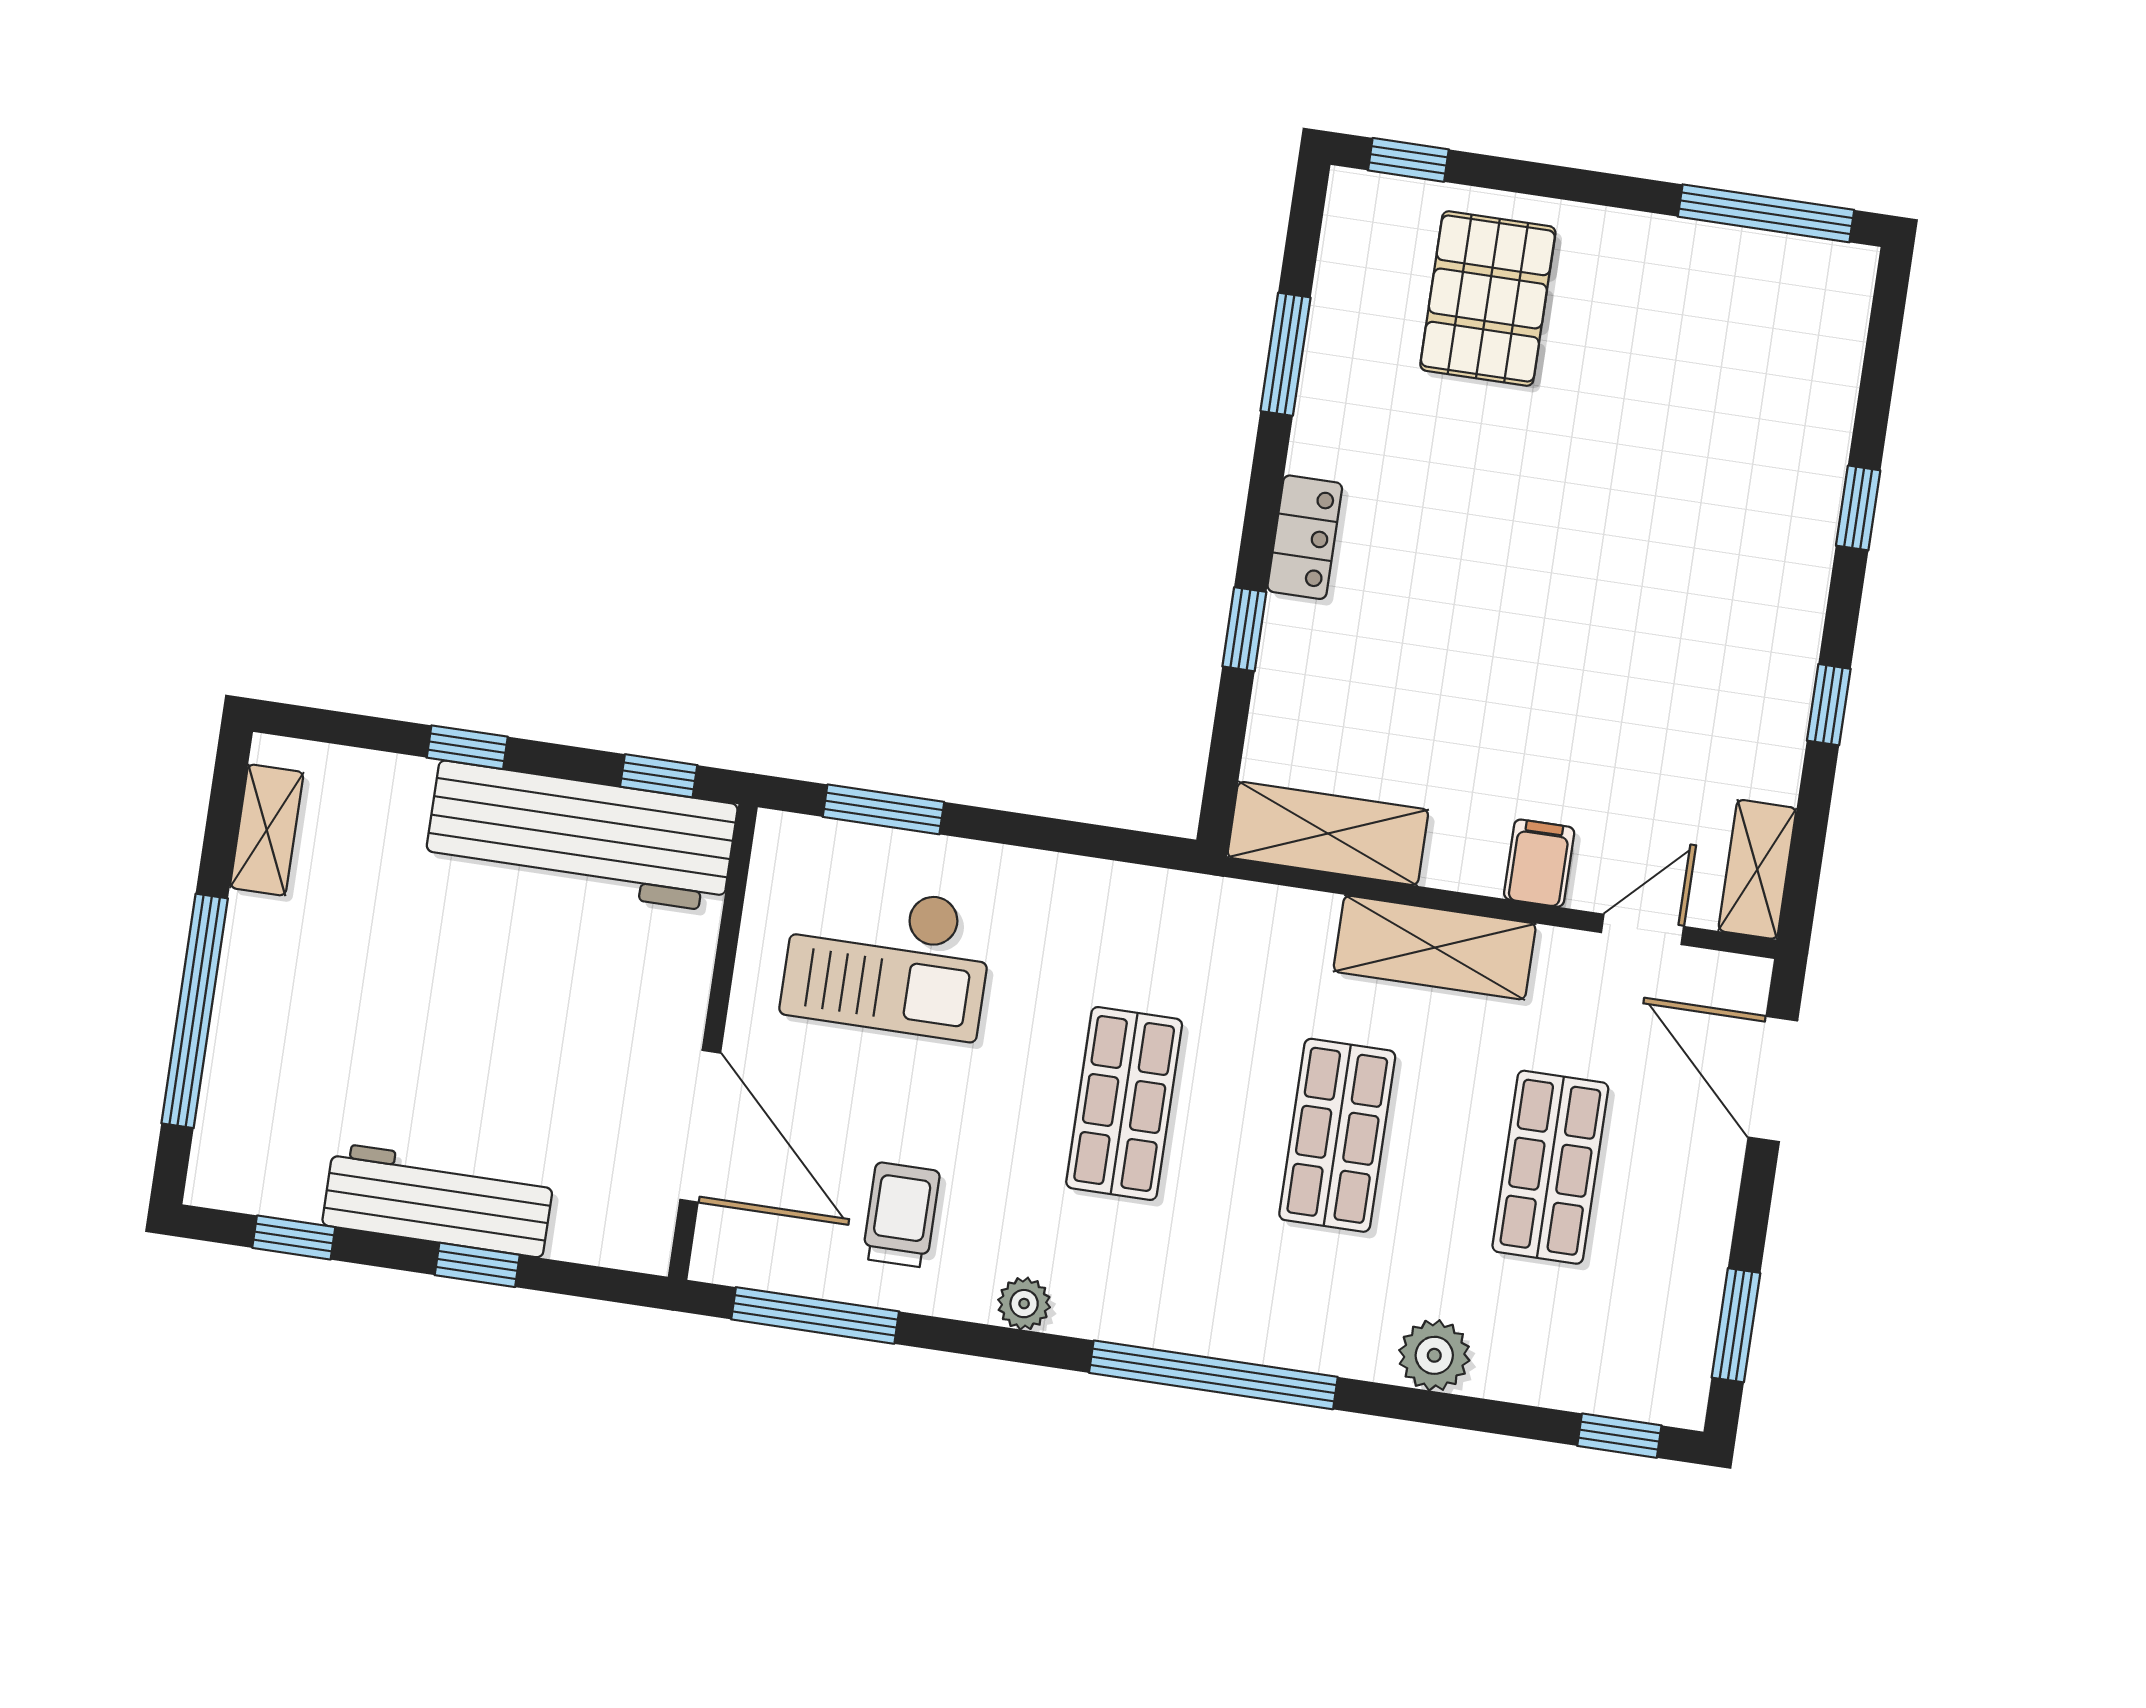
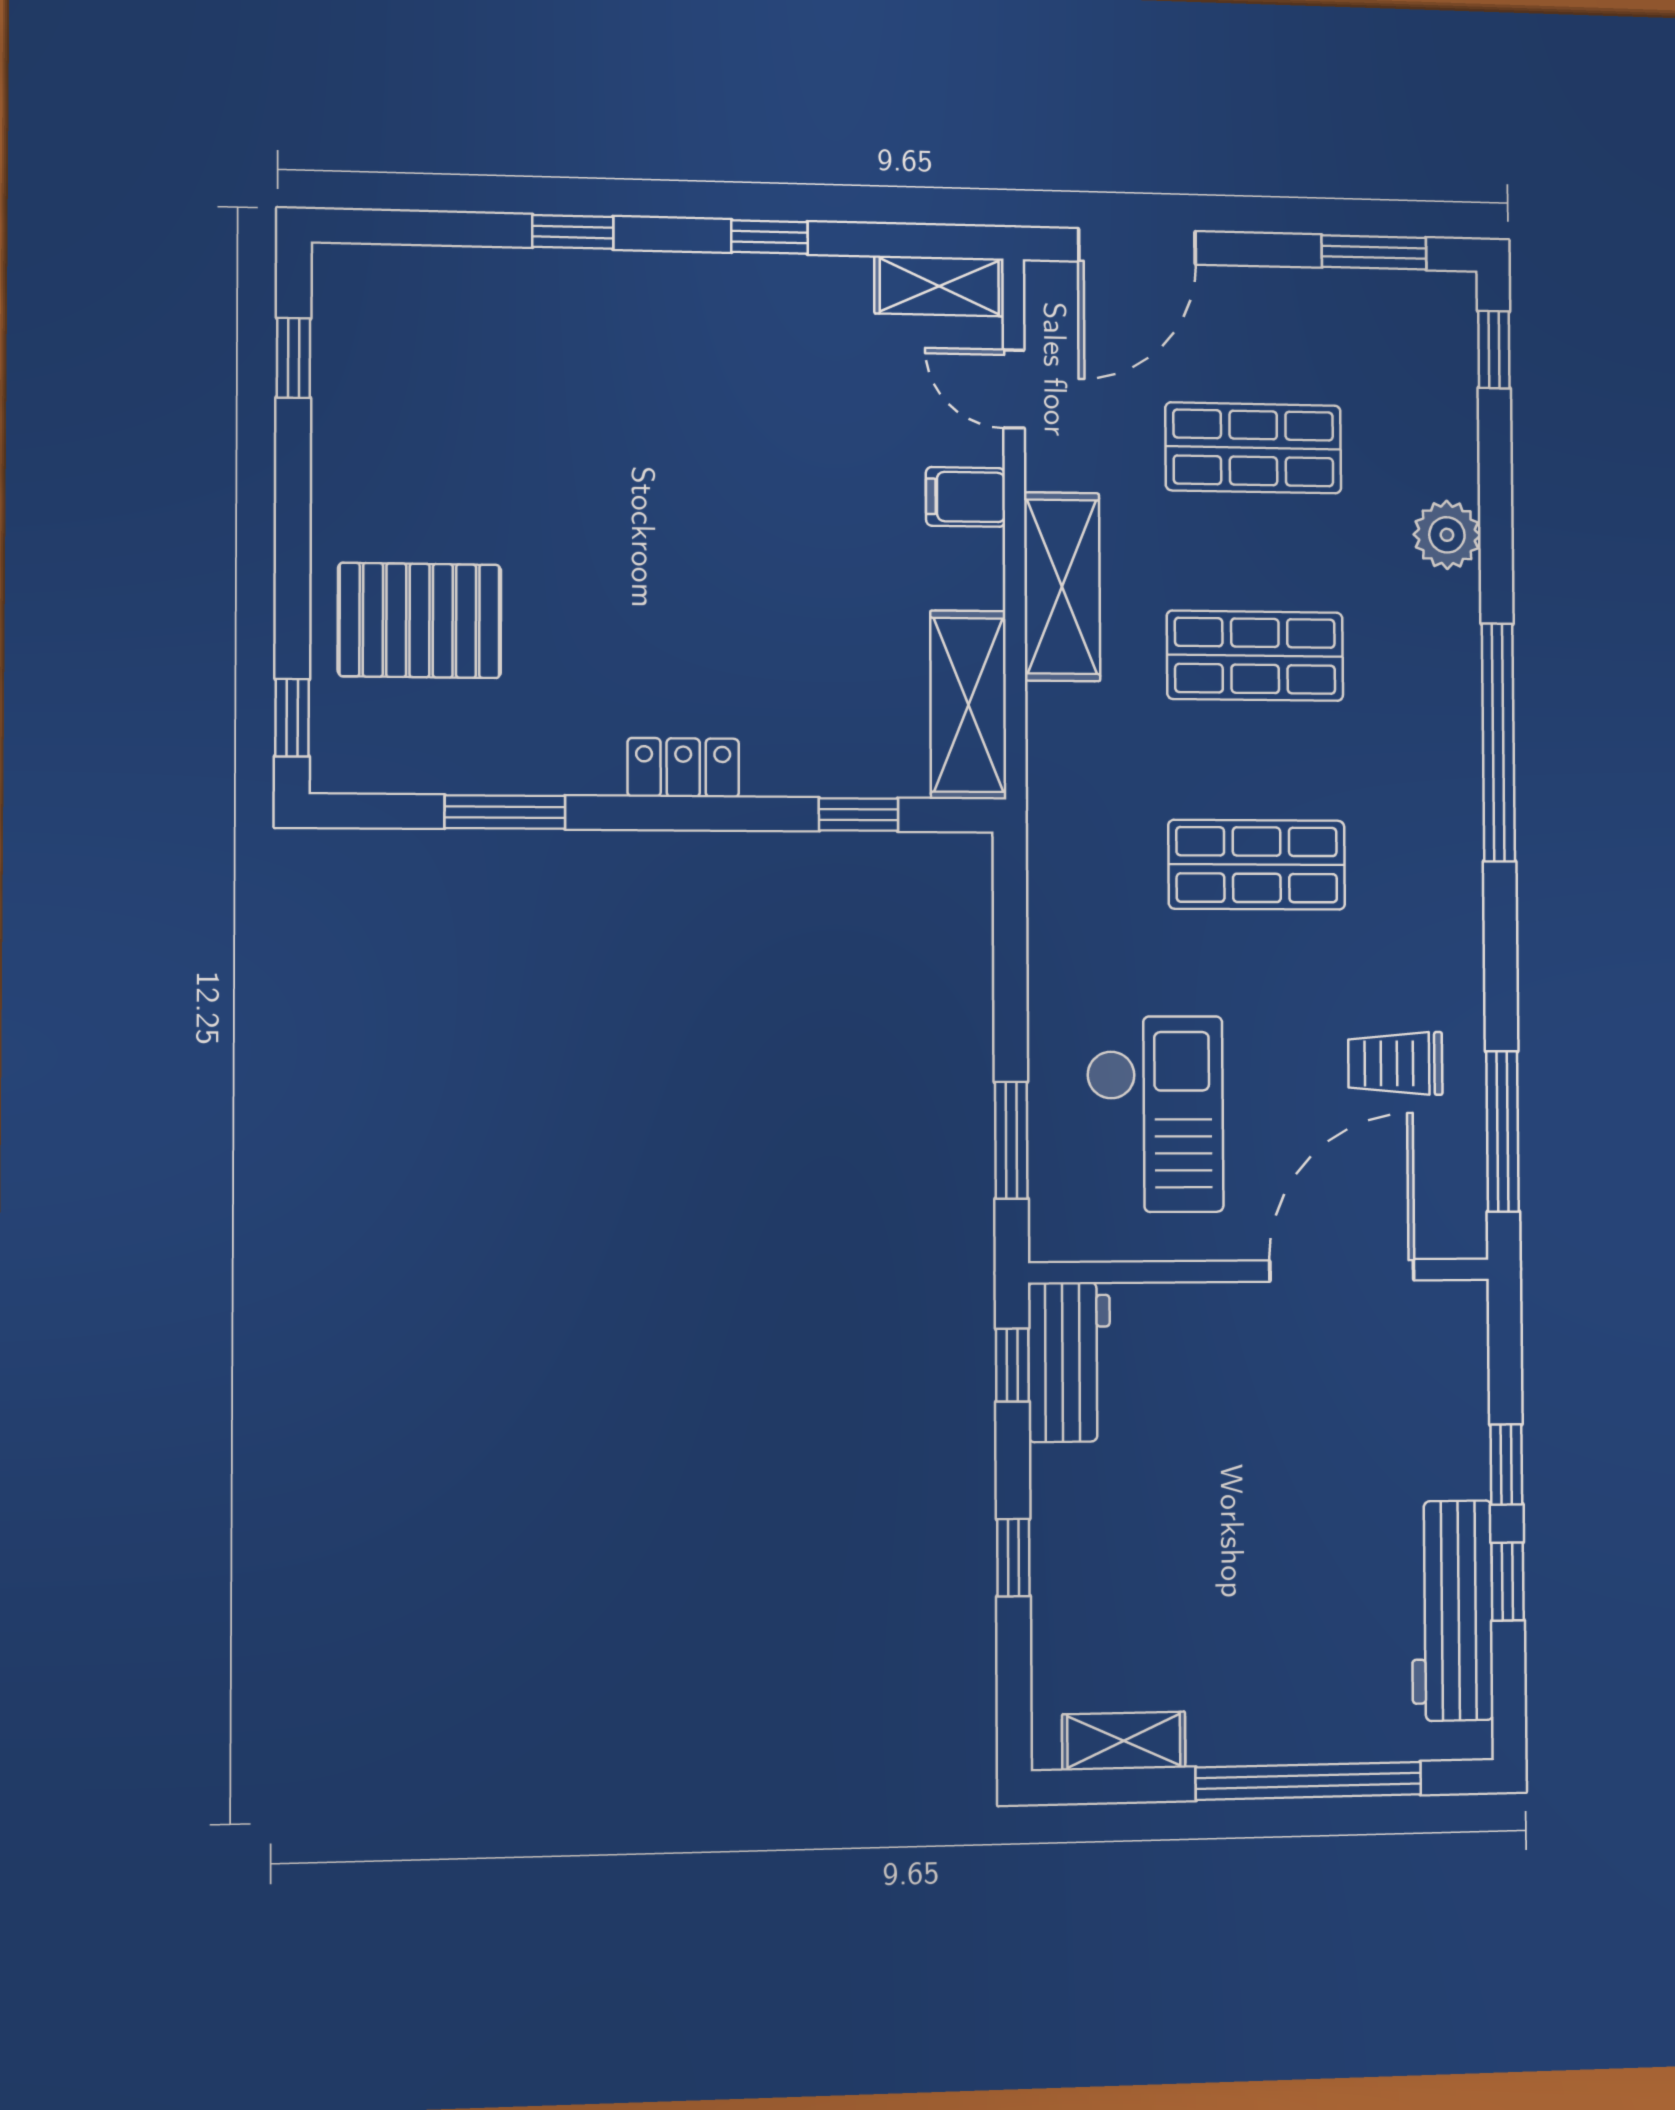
window: (1766, 213) -> (293, 358), width x0.46
window: (1244, 629) -> (858, 814), moved
workbench: (581, 836) -> (1069, 1362), width x0.53, depth x0.76
workbench: (438, 1200) -> (1452, 1611), moved
window: (294, 1237) -> (1508, 1582), moved
plant: (1024, 1304) -> (1460, 933), removed

